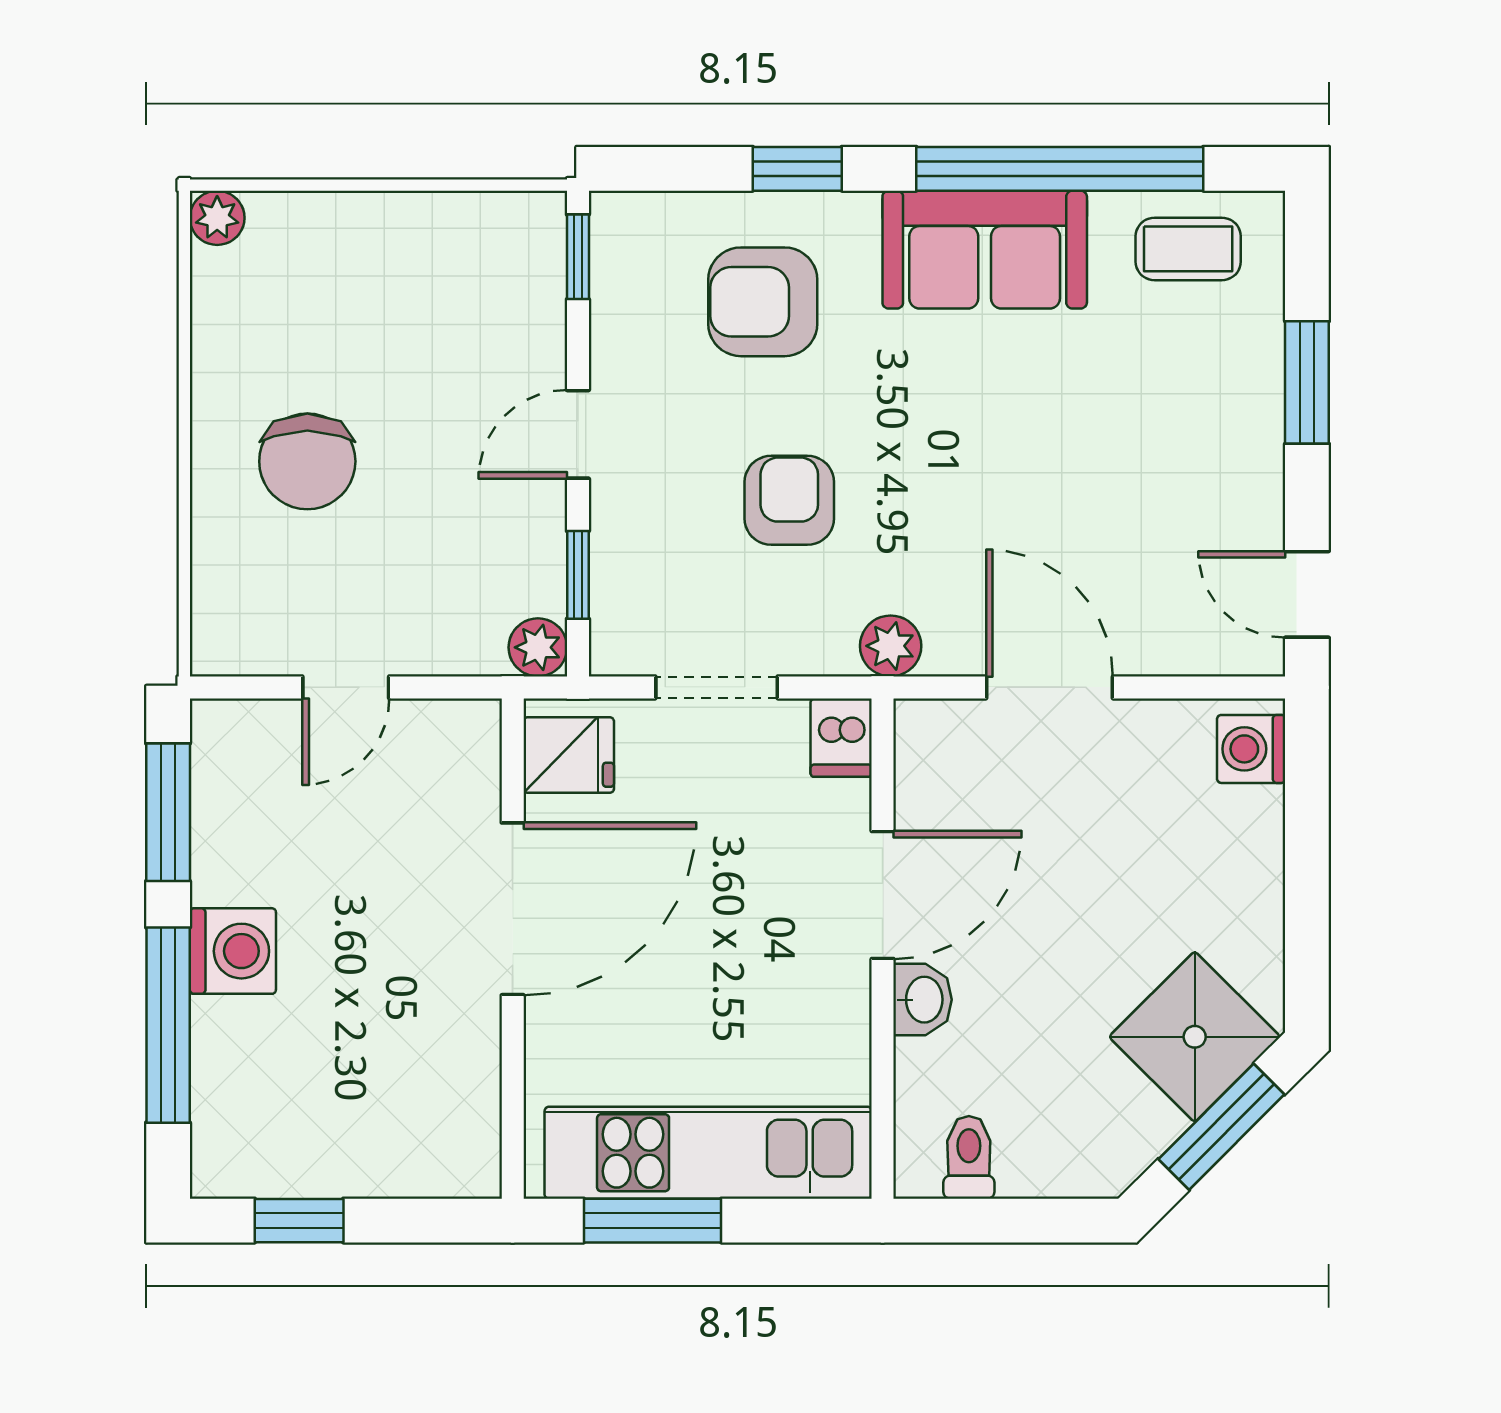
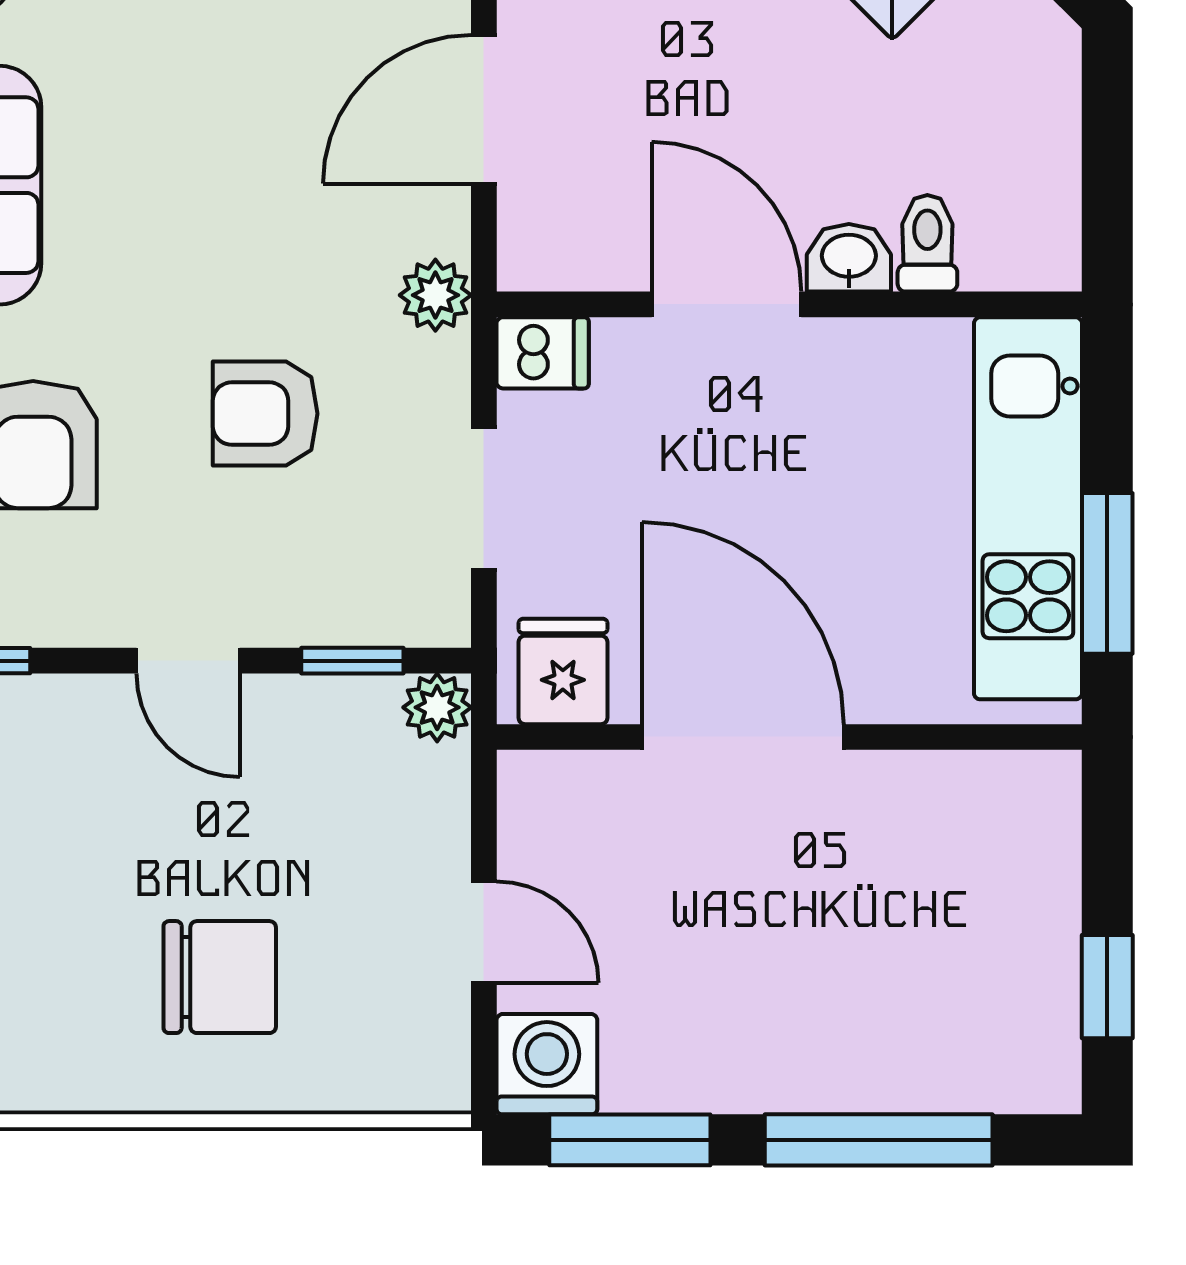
washing machine: (233, 951) -> (547, 1064), moved
toilet: (969, 1157) -> (927, 243), moved, turned 90

